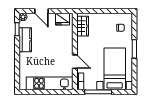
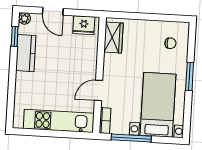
door: (75, 62) -> (99, 90), swing flipped

